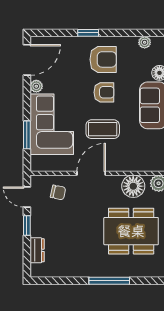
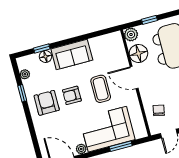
window: (88, 33) -> (22, 93), moved
armchair: (104, 92) -> (72, 95), turned -90
door: (91, 173) -> (134, 78), moved

